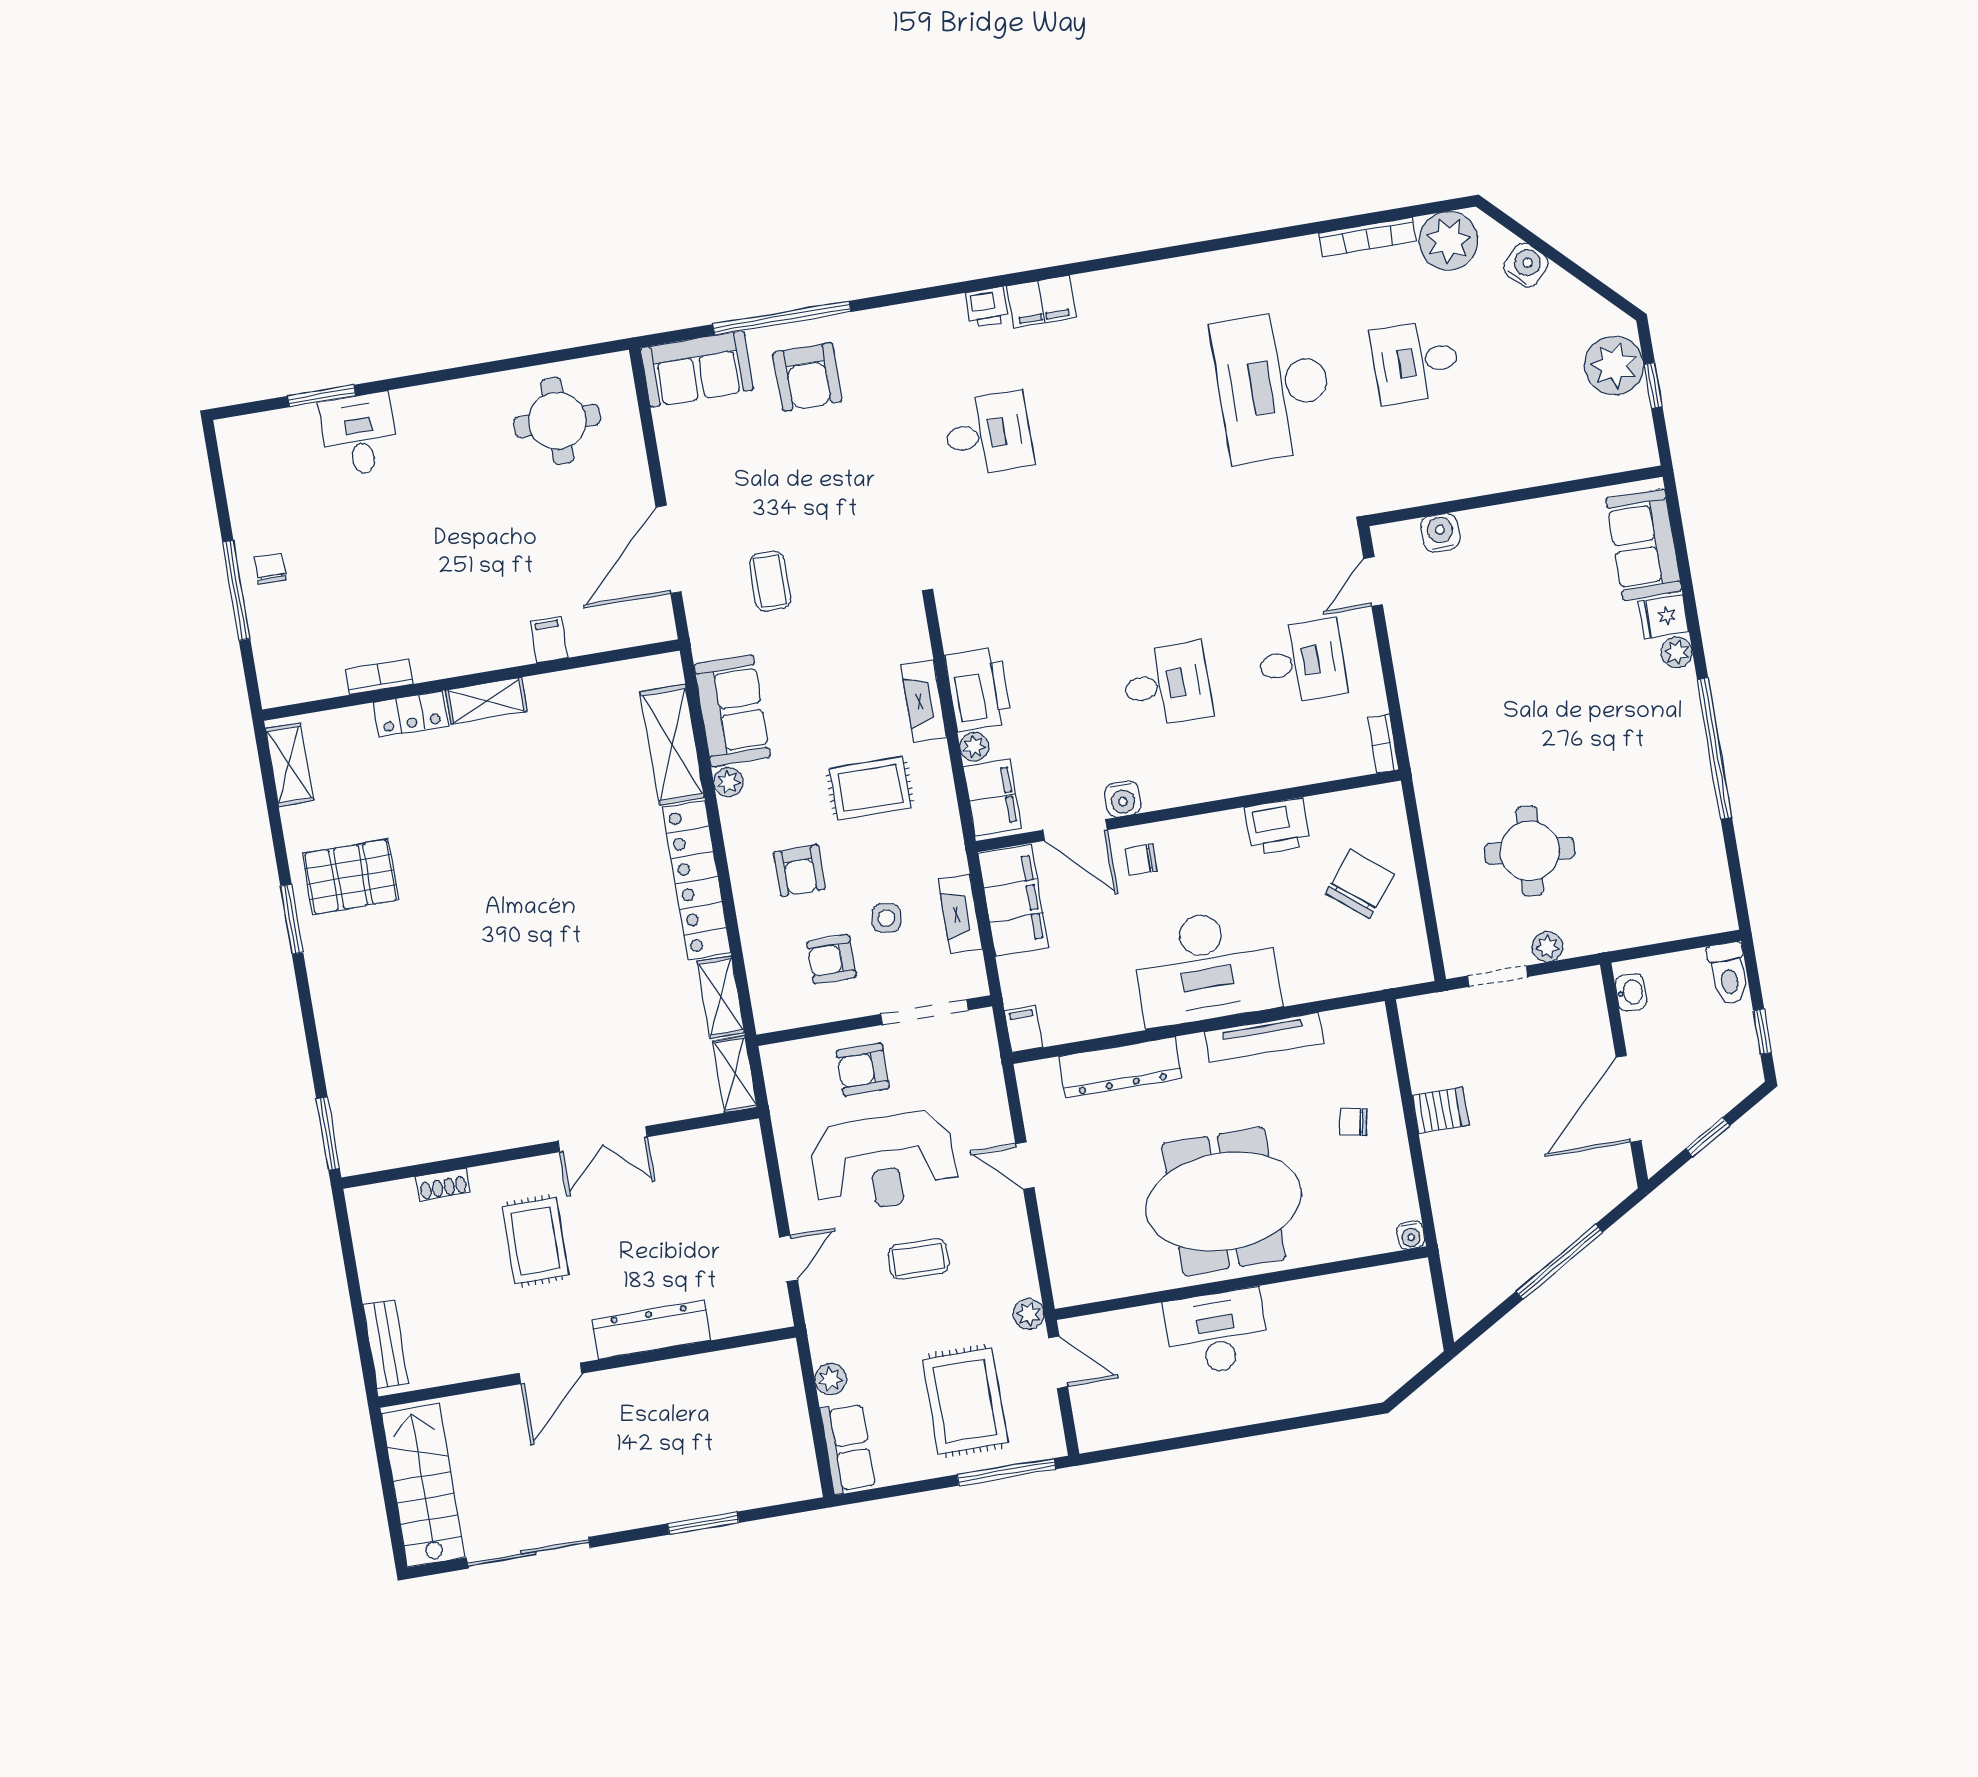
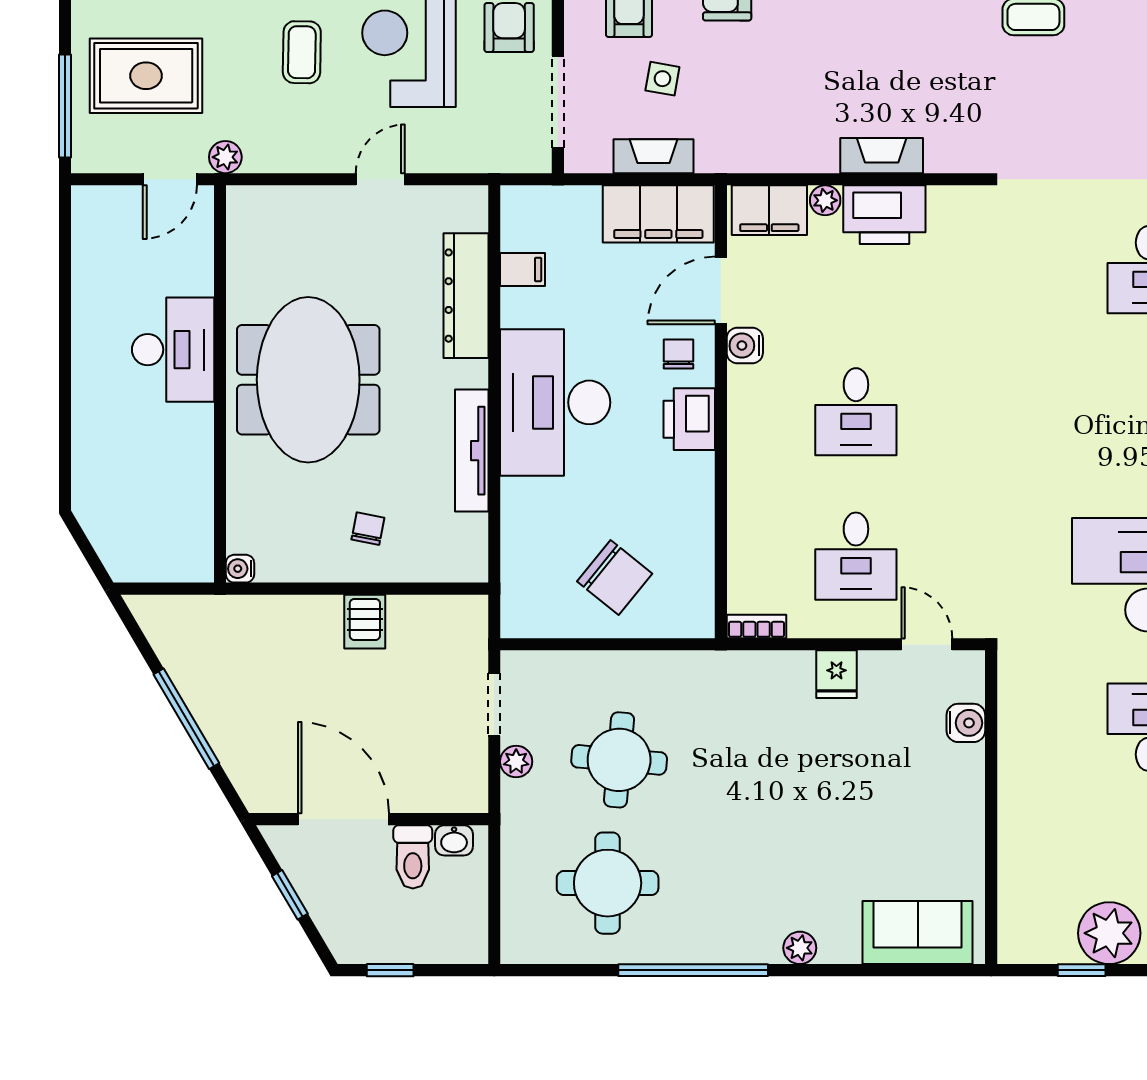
fridge: (1663, 616) -> (836, 674), moved, turned 180
rug: (870, 788) -> (800, 85), removed
printer: (1277, 826) -> (689, 419), moved
round table: (1647, 842) -> (608, 883), added
toilet: (1728, 973) -> (413, 857), moved, turned -90
filing cabinet: (1024, 1029) -> (523, 270), moved

